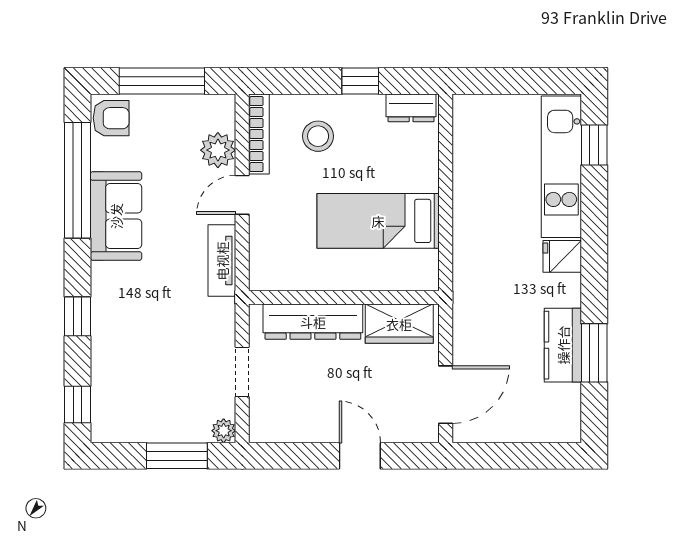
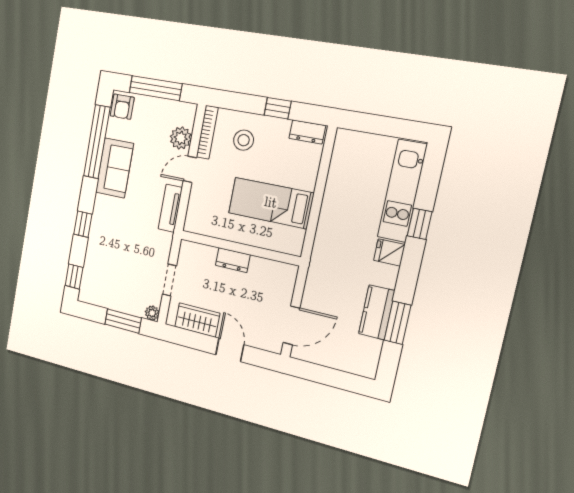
armchair: (111, 118) -> (122, 107), turned 90
window: (594, 145) -> (420, 224), moved
dresser: (313, 322) -> (233, 260), width x0.51, depth x0.80
wardrobe: (399, 324) -> (197, 320), moved, turned 180

